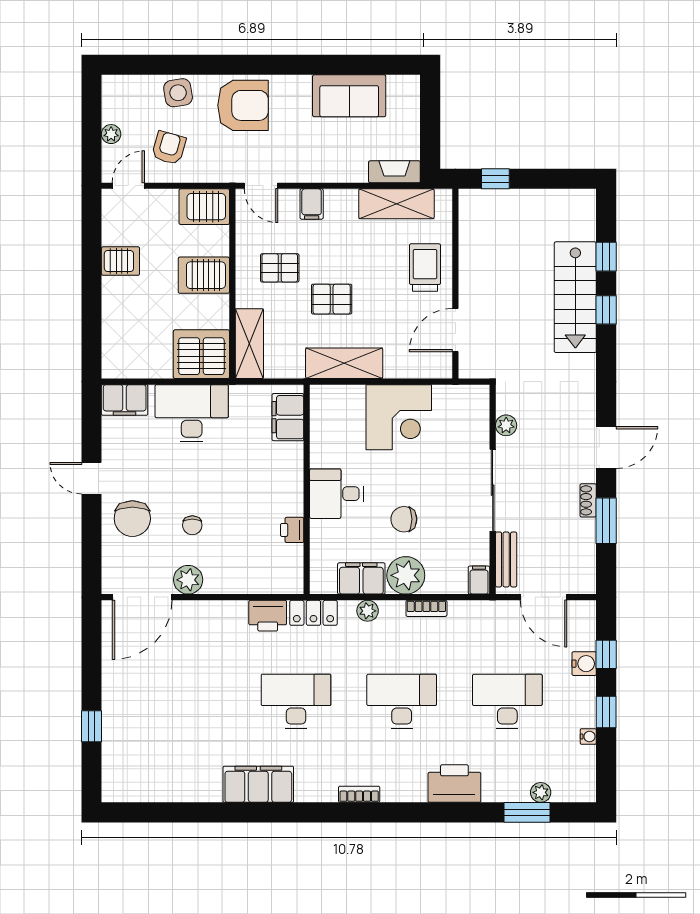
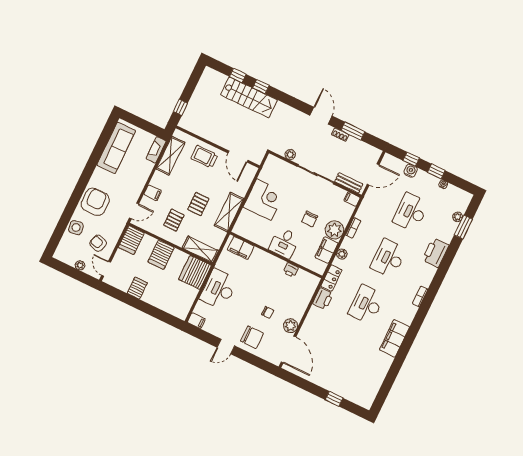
sofa: (349, 96) -> (116, 148), width x1.36
filing cabinet: (125, 400) -> (196, 321), width x0.50

